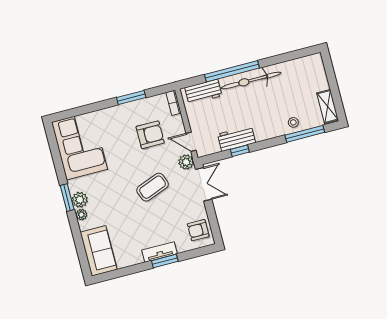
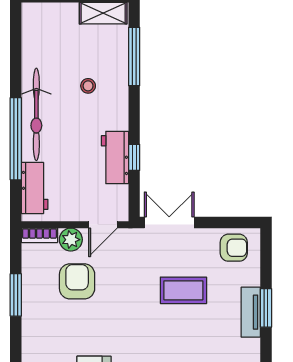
stool: (293, 122) -> (88, 86), moved
plant: (186, 162) -> (71, 240), moved
coffee table: (153, 187) -> (183, 290), moved, turned -69
armchair: (198, 230) -> (234, 248), turned -90

